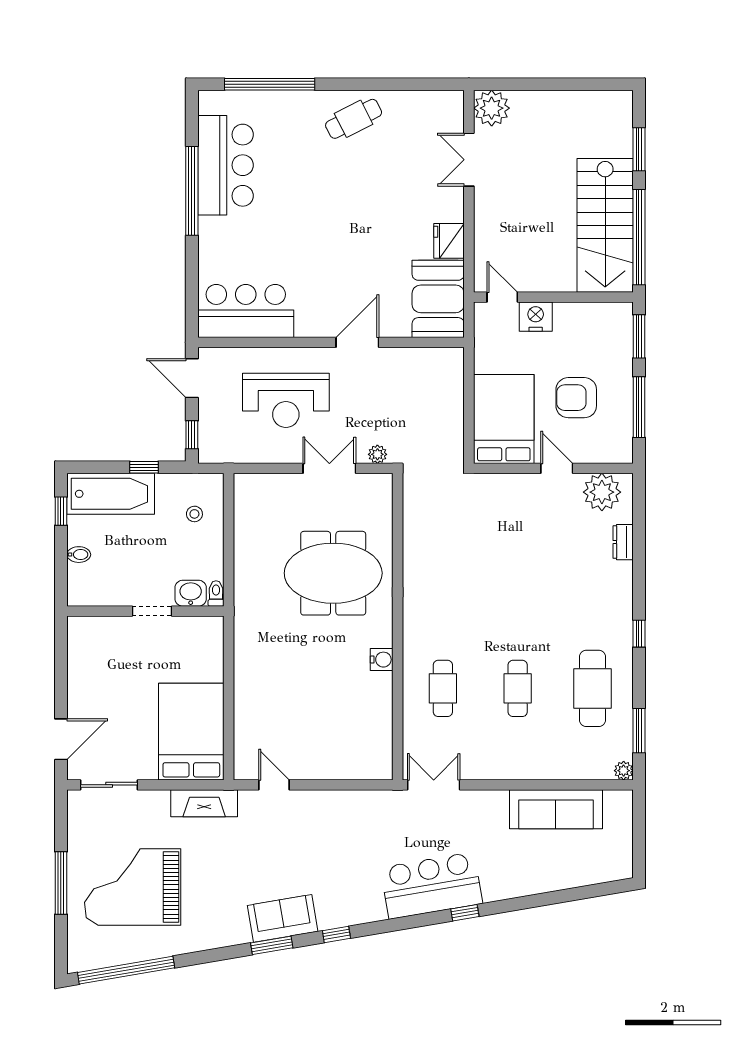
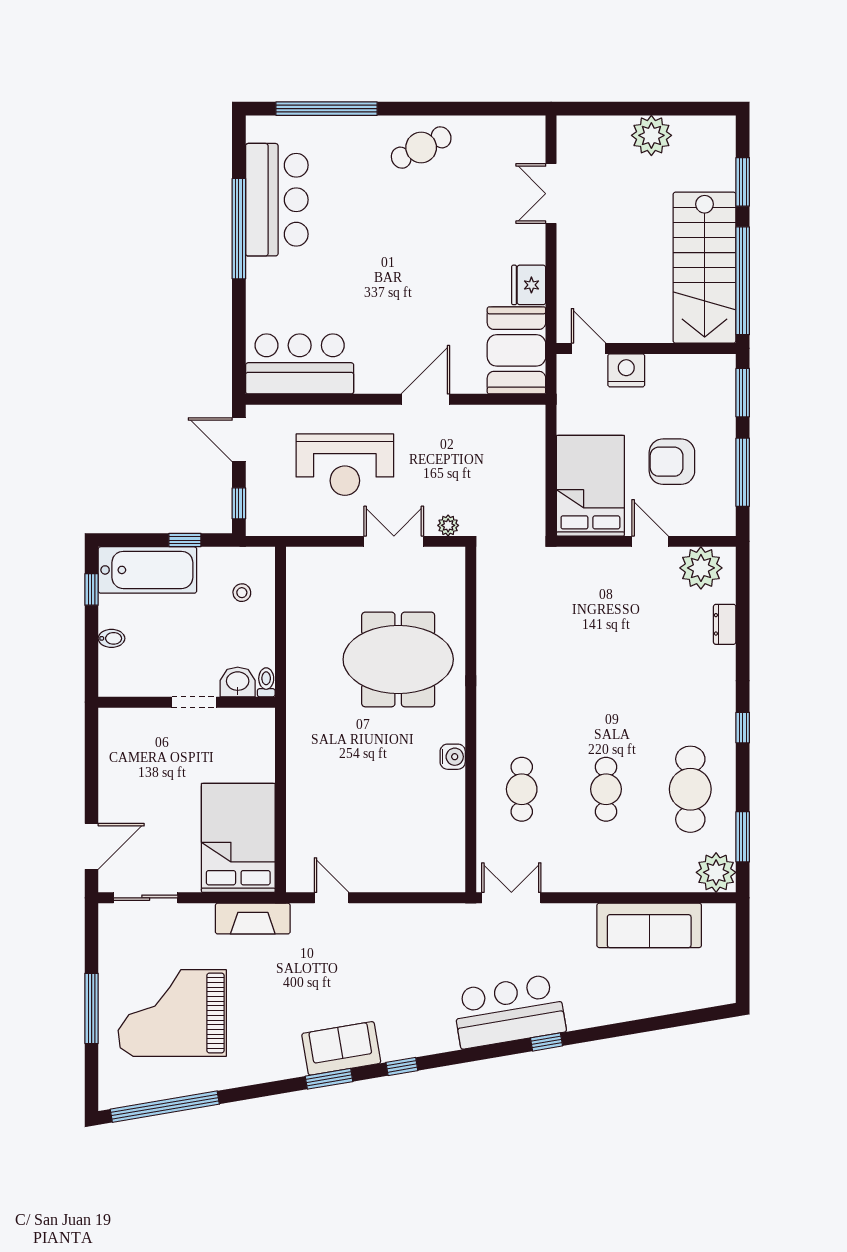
plant: (492, 108) -> (651, 135), moved
plant: (624, 771) -> (716, 872), width x1.88, depth x1.88

